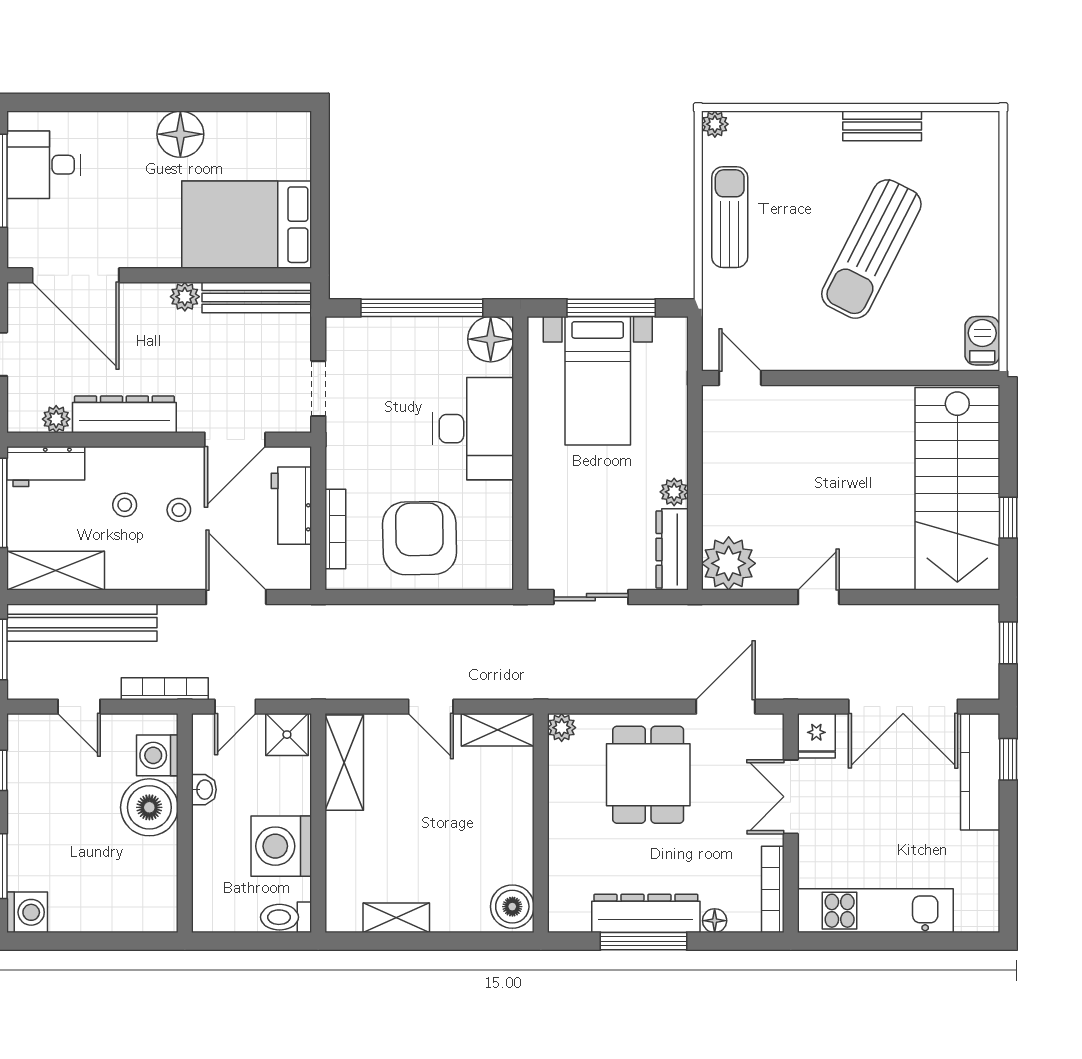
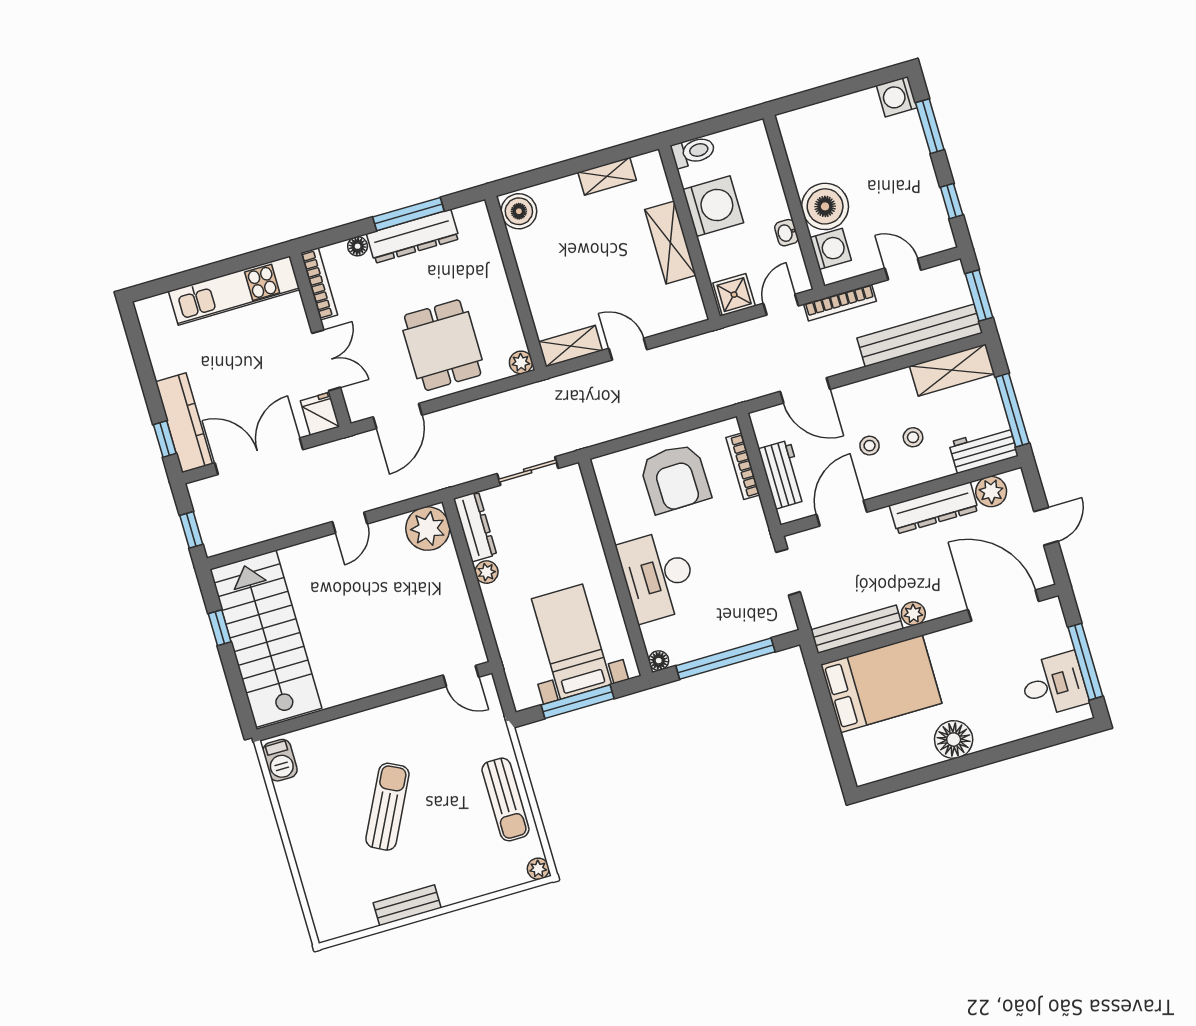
sun lounger: (871, 249) -> (387, 807), width x0.73, depth x0.75
floor lamp: (491, 339) -> (659, 661), width x0.53, depth x0.53
plant: (56, 419) -> (991, 492), width x1.38, depth x1.38
shelving: (344, 763) -> (670, 242), moved

